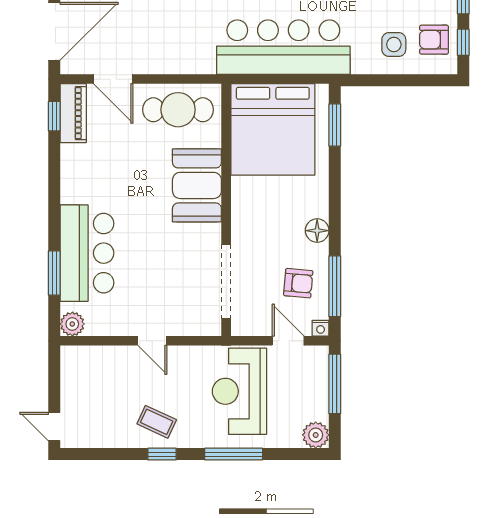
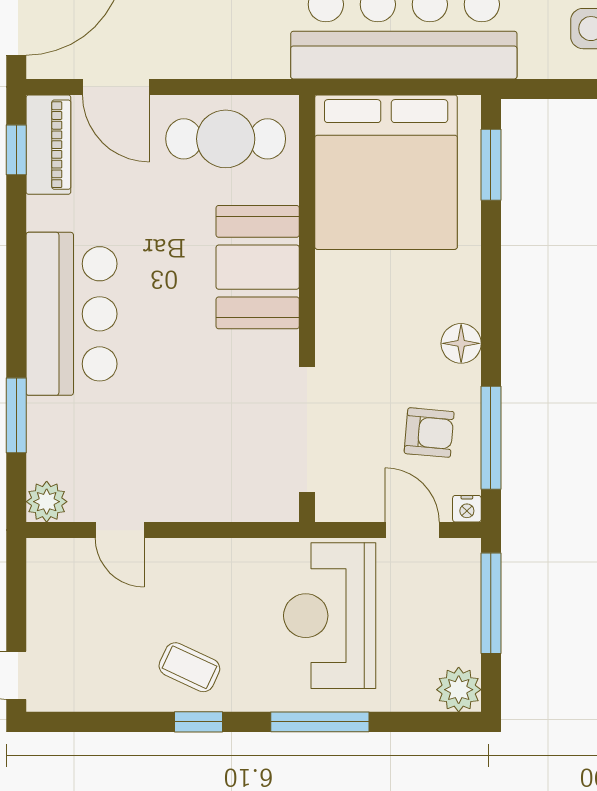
bar counter: (87, 253) -> (71, 314), moved
door: (152, 341) -> (120, 530), moved

